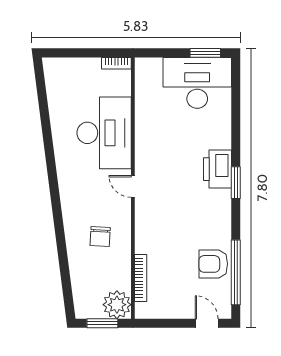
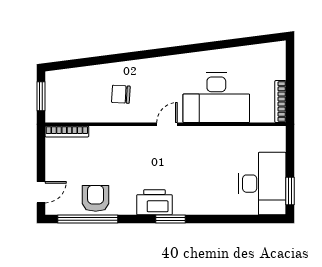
bookcase: (116, 63) -> (280, 102), width x1.56
printer: (217, 169) -> (154, 202), moved
bookcase: (141, 278) -> (67, 131), moved
plant: (117, 305) -> (58, 110), removed

